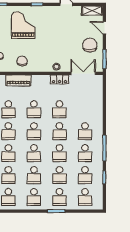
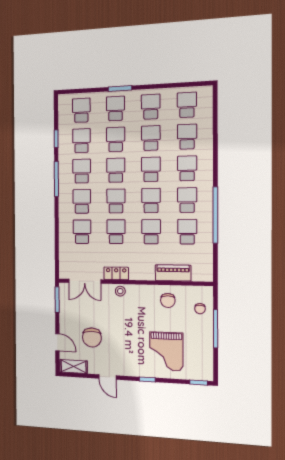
chair: (90, 45) -> (92, 337), moved
school desk: (85, 109) -> (82, 232), added

